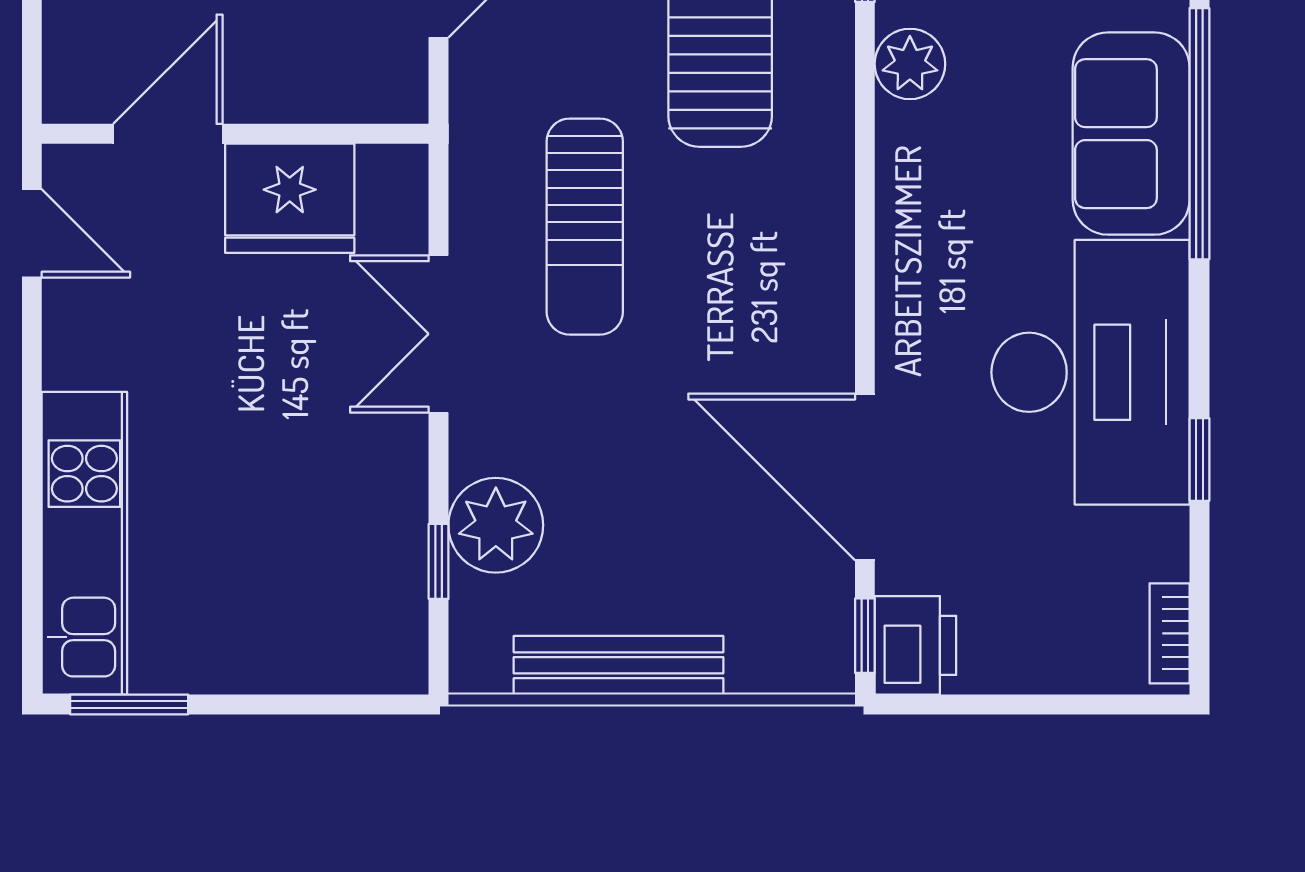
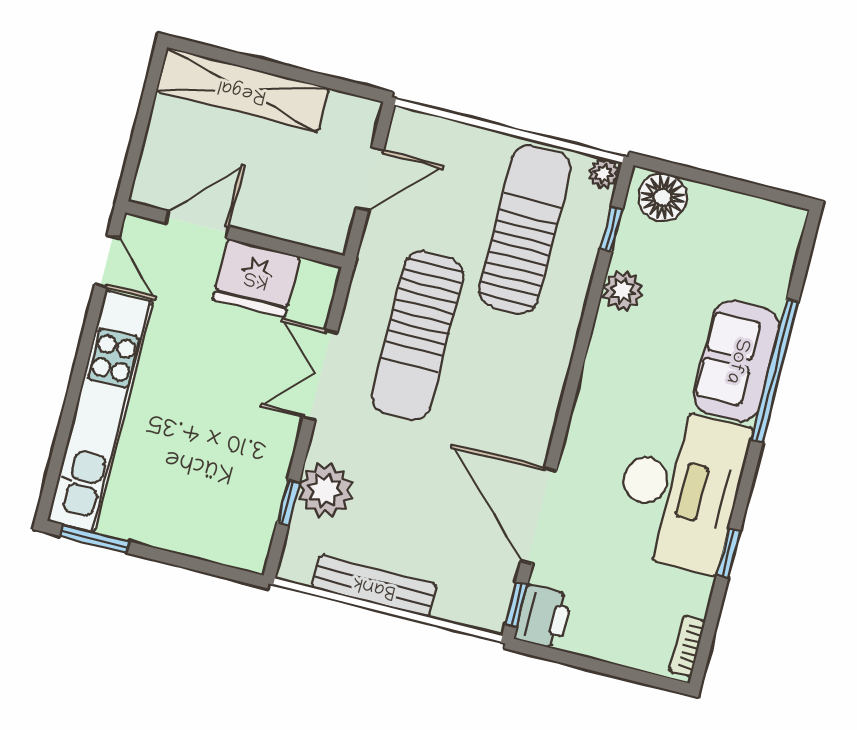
sun lounger: (585, 227) -> (417, 336), width x1.36, depth x1.34
kitchen unit: (84, 543) -> (100, 411), width x1.36

